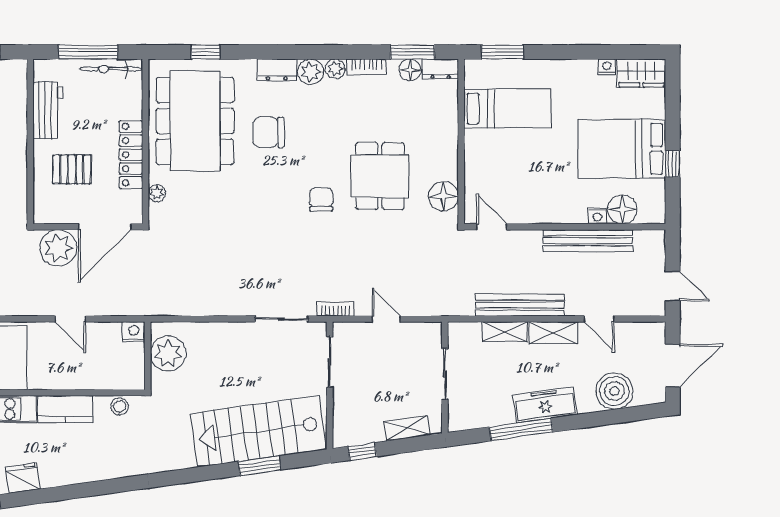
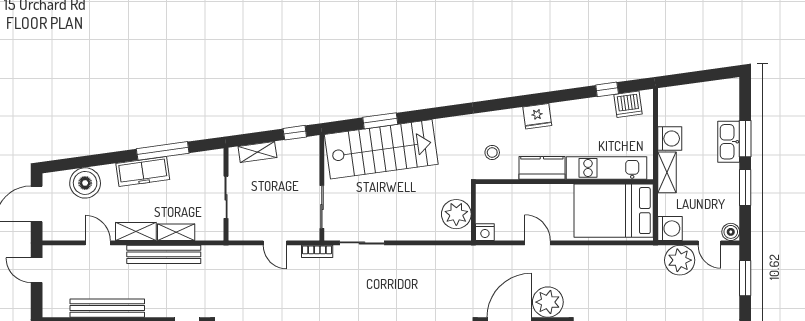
stool: (120, 407) -> (492, 152), moved
fridge: (23, 478) -> (537, 116), moved

